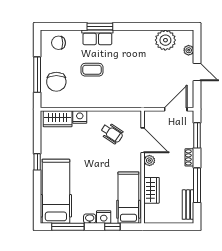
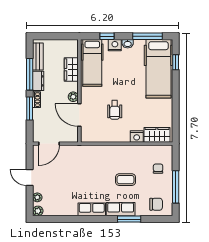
window: (100, 27) -> (129, 219), moved
row of seats: (129, 37) -> (92, 209), added
plant: (165, 40) -> (38, 211), moved, width x0.53, depth x0.53
window: (37, 75) -> (176, 187), moved
chair: (56, 82) -> (158, 169), width x0.54, depth x0.54
wheelchair: (112, 133) -> (115, 110), moved, turned -123
window: (197, 135) -> (30, 109), moved
window: (37, 162) -> (176, 62), moved
dresser: (188, 178) -> (38, 81), added

